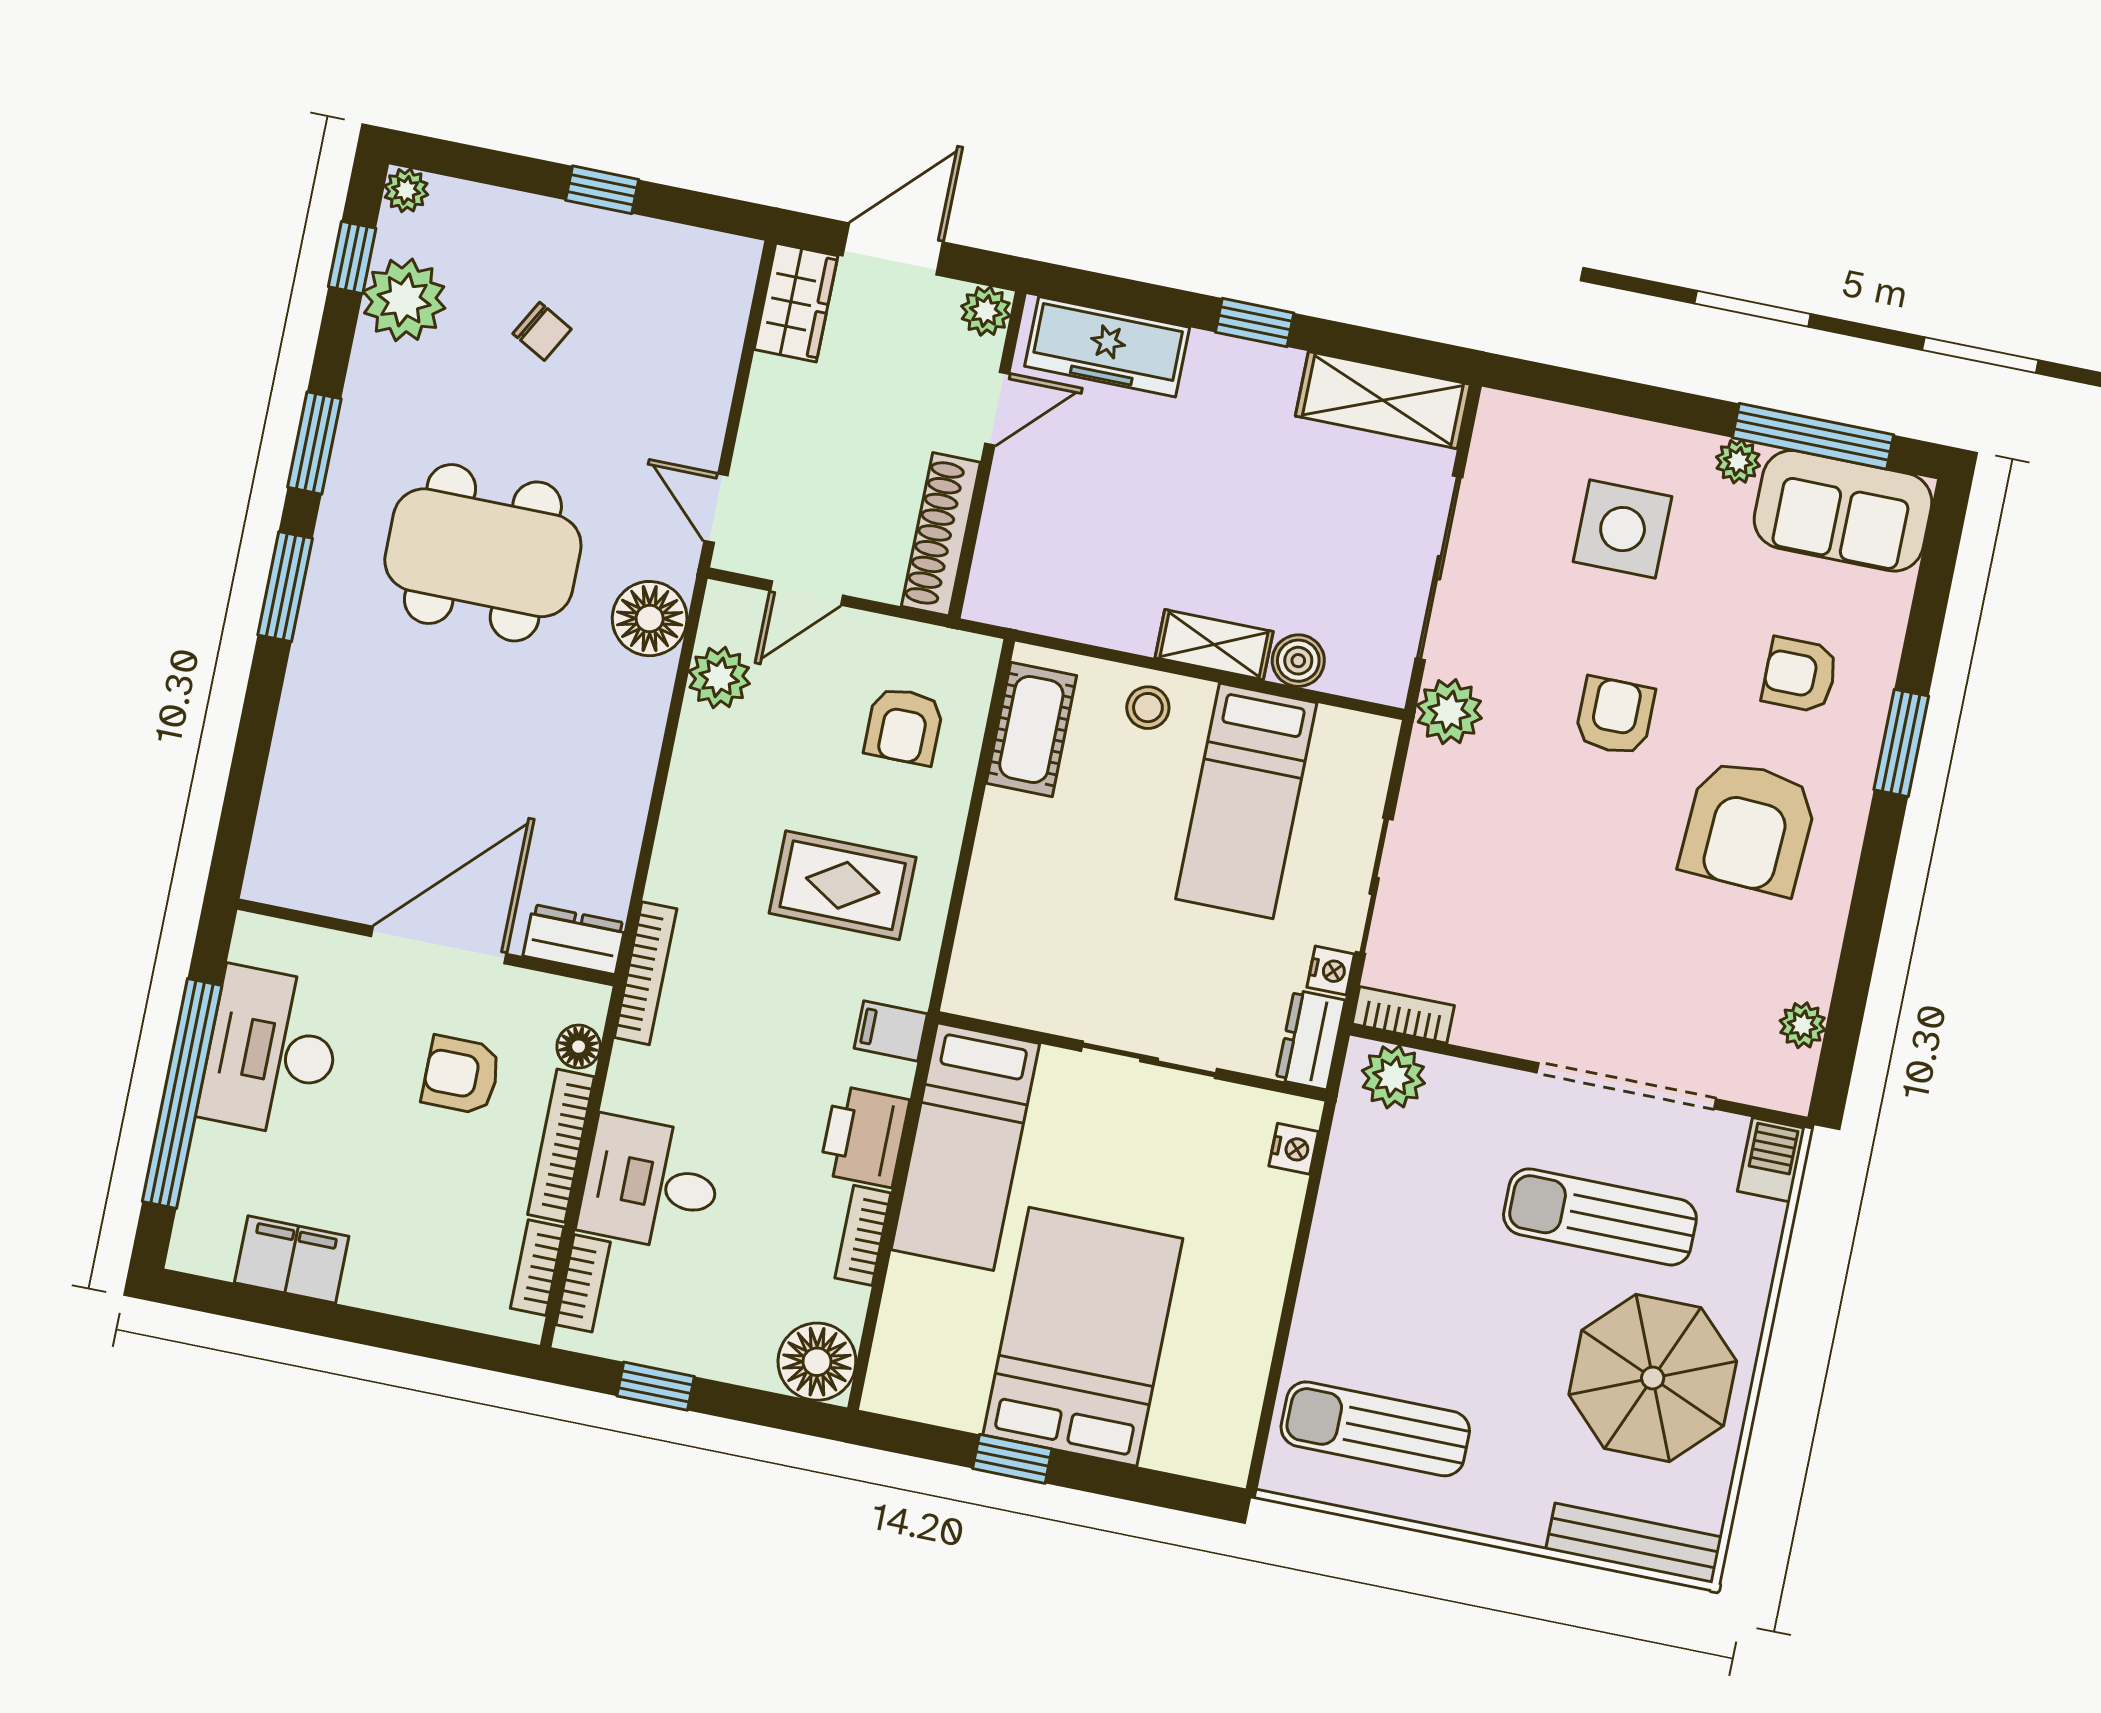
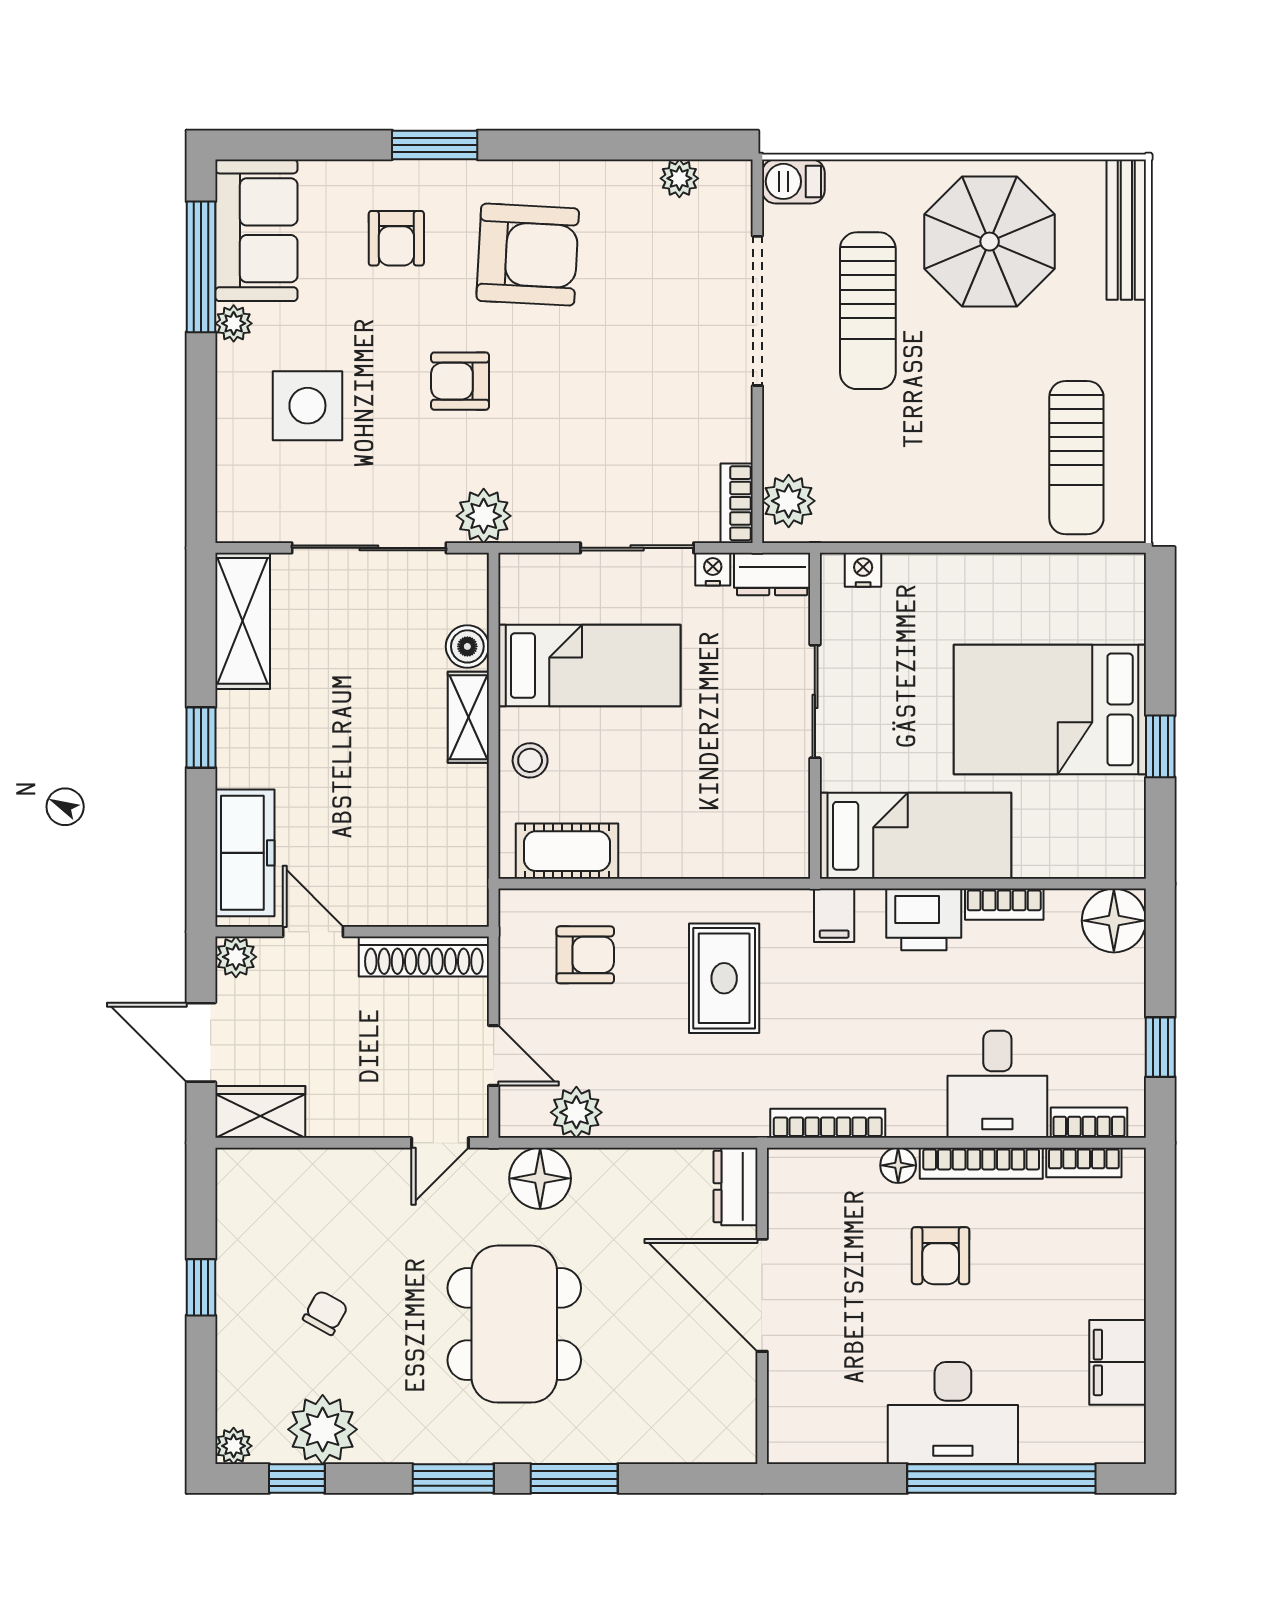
dresser: (574, 940) -> (735, 1186), moved
wall: (426, 942) -> (762, 1306), moved
door: (439, 945) -> (762, 1295), moved

